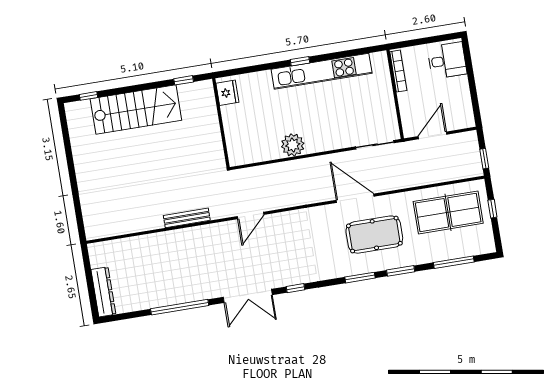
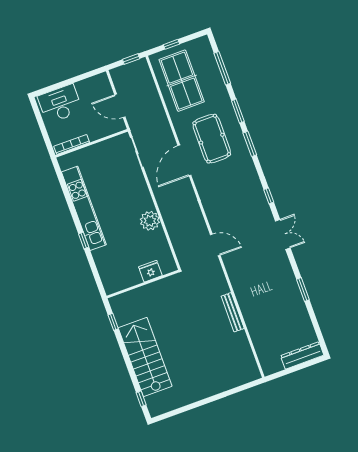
desk: (447, 60) -> (60, 104), width x1.37
window: (300, 61) -> (84, 241), moved
fridge: (227, 93) -> (150, 271), moved
bench: (187, 218) -> (233, 312), moved
double door: (248, 296) -> (283, 234), width x0.73
window: (180, 307) -> (303, 289), width x0.47

